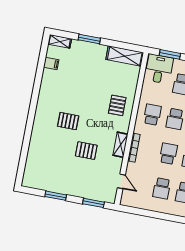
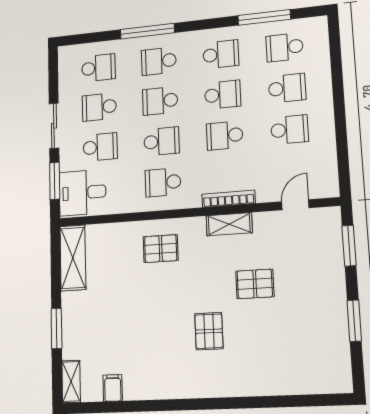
pallet: (86, 151) -> (255, 284), turned 90

